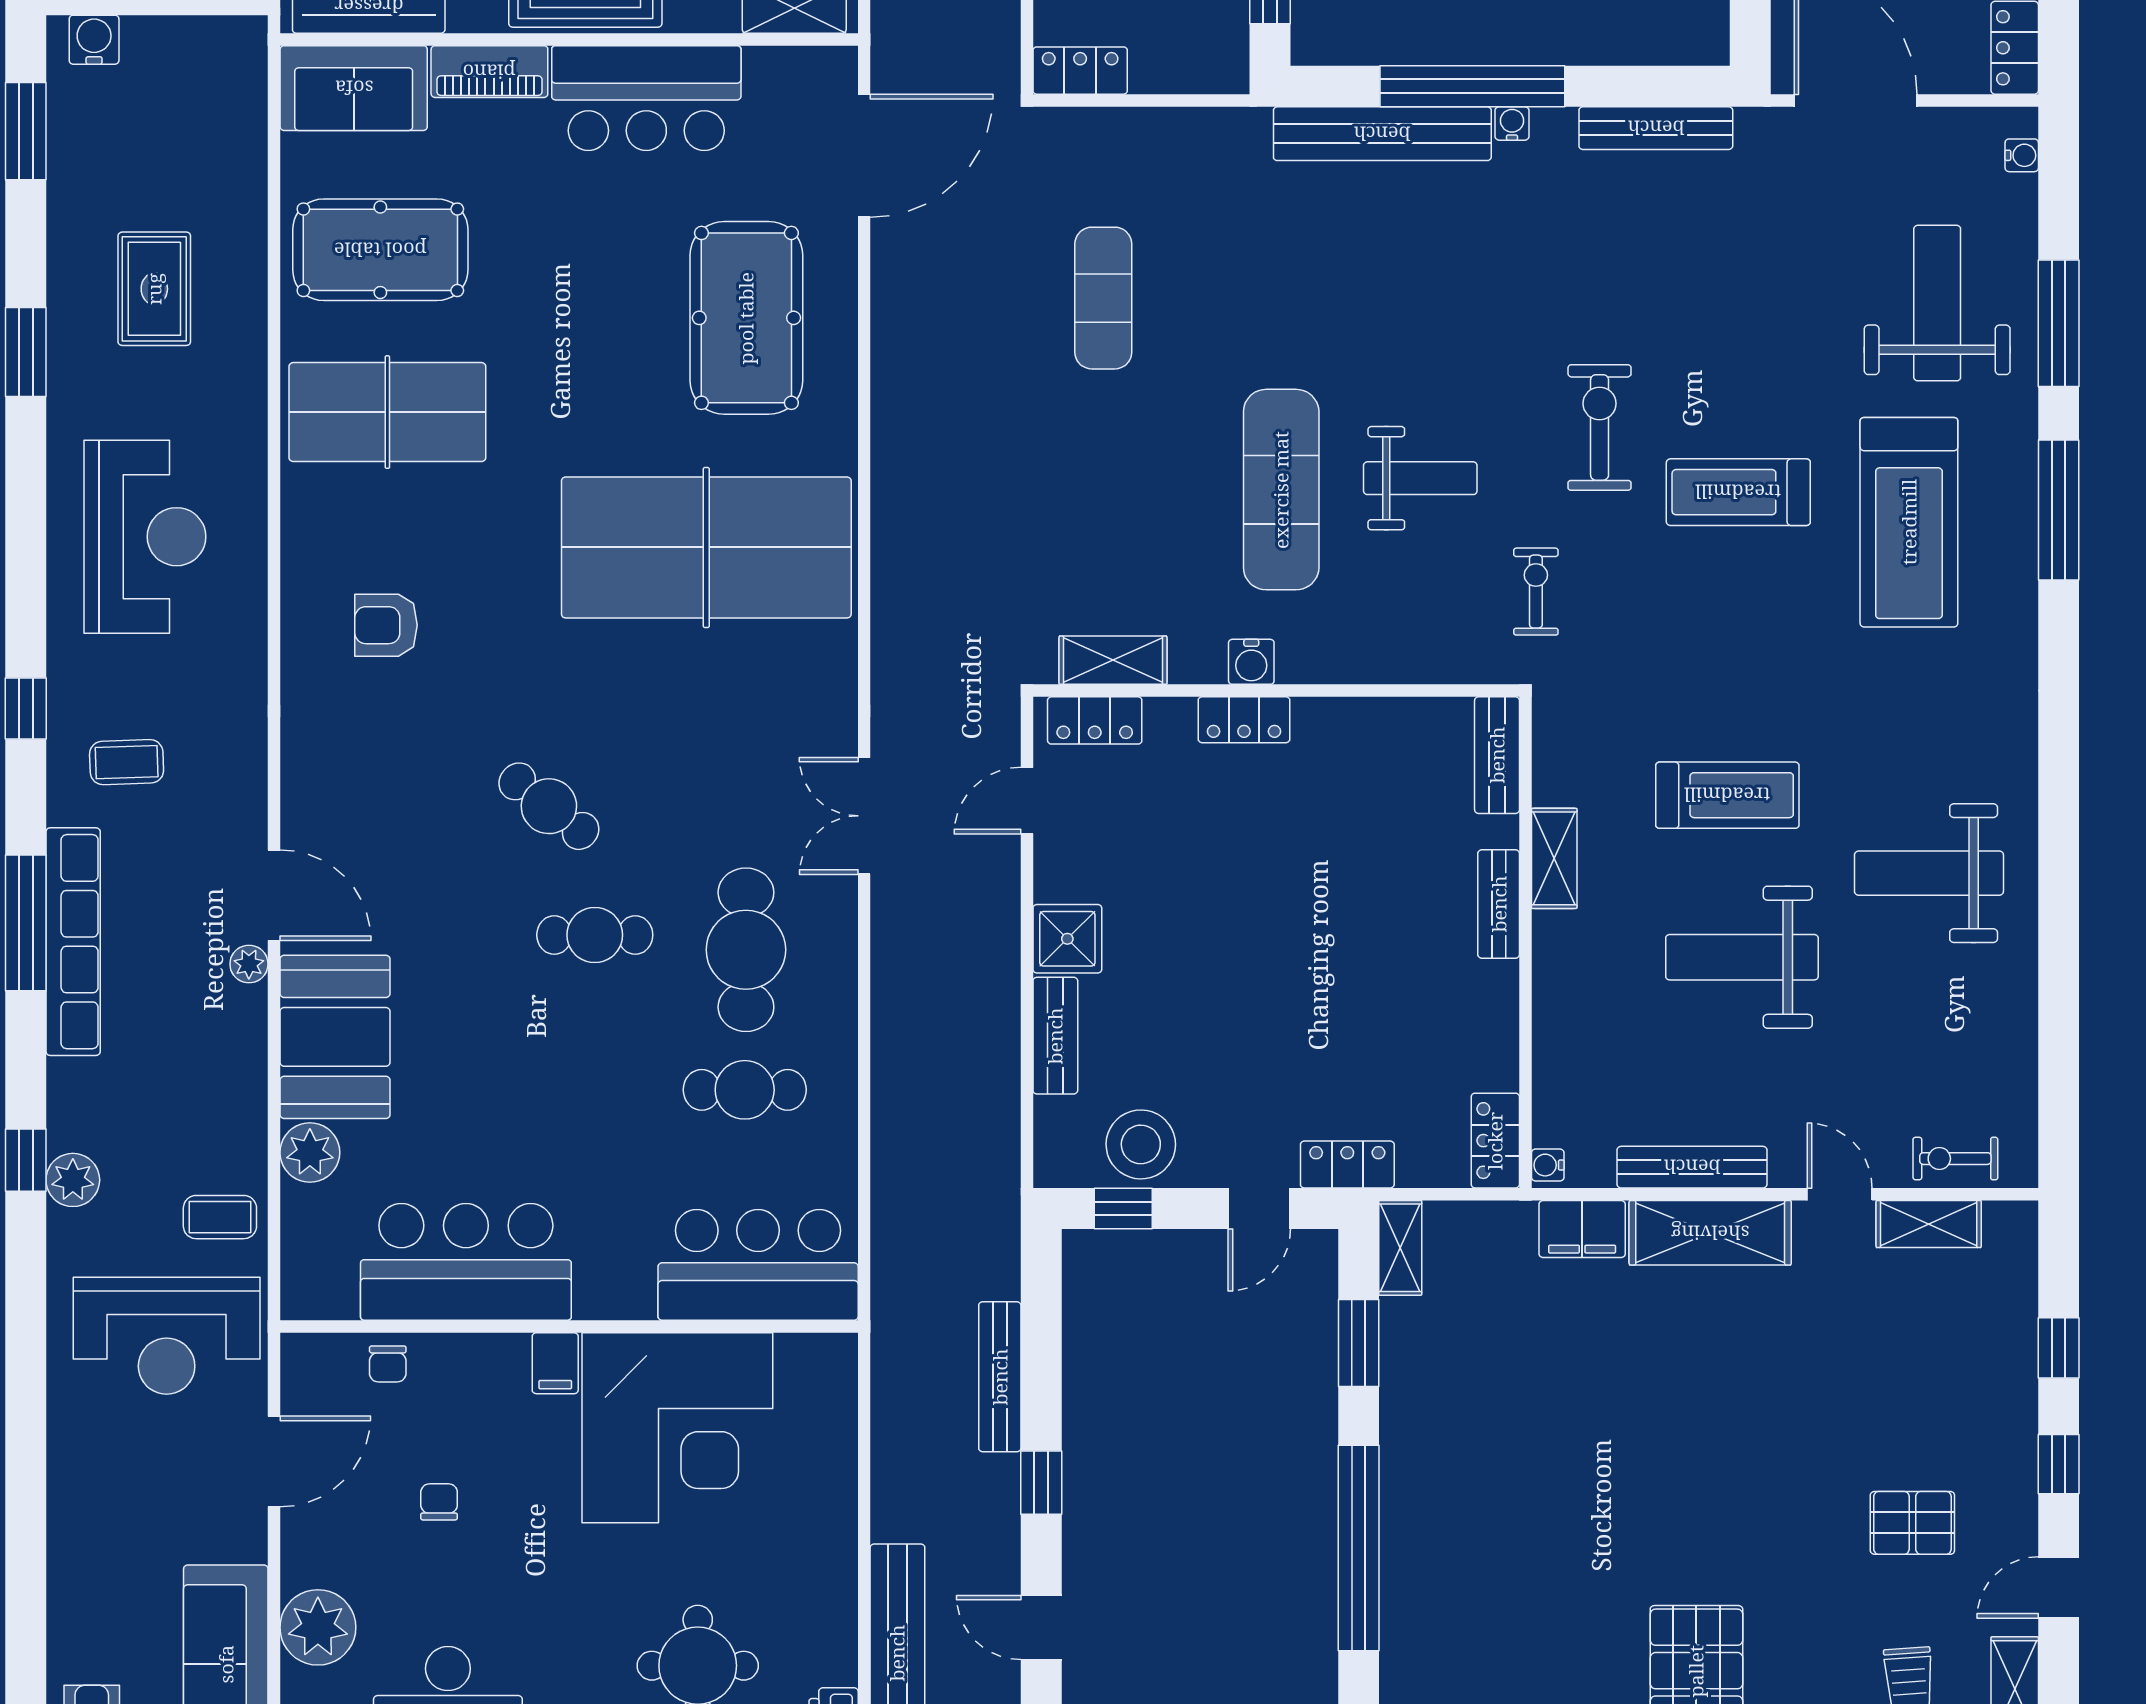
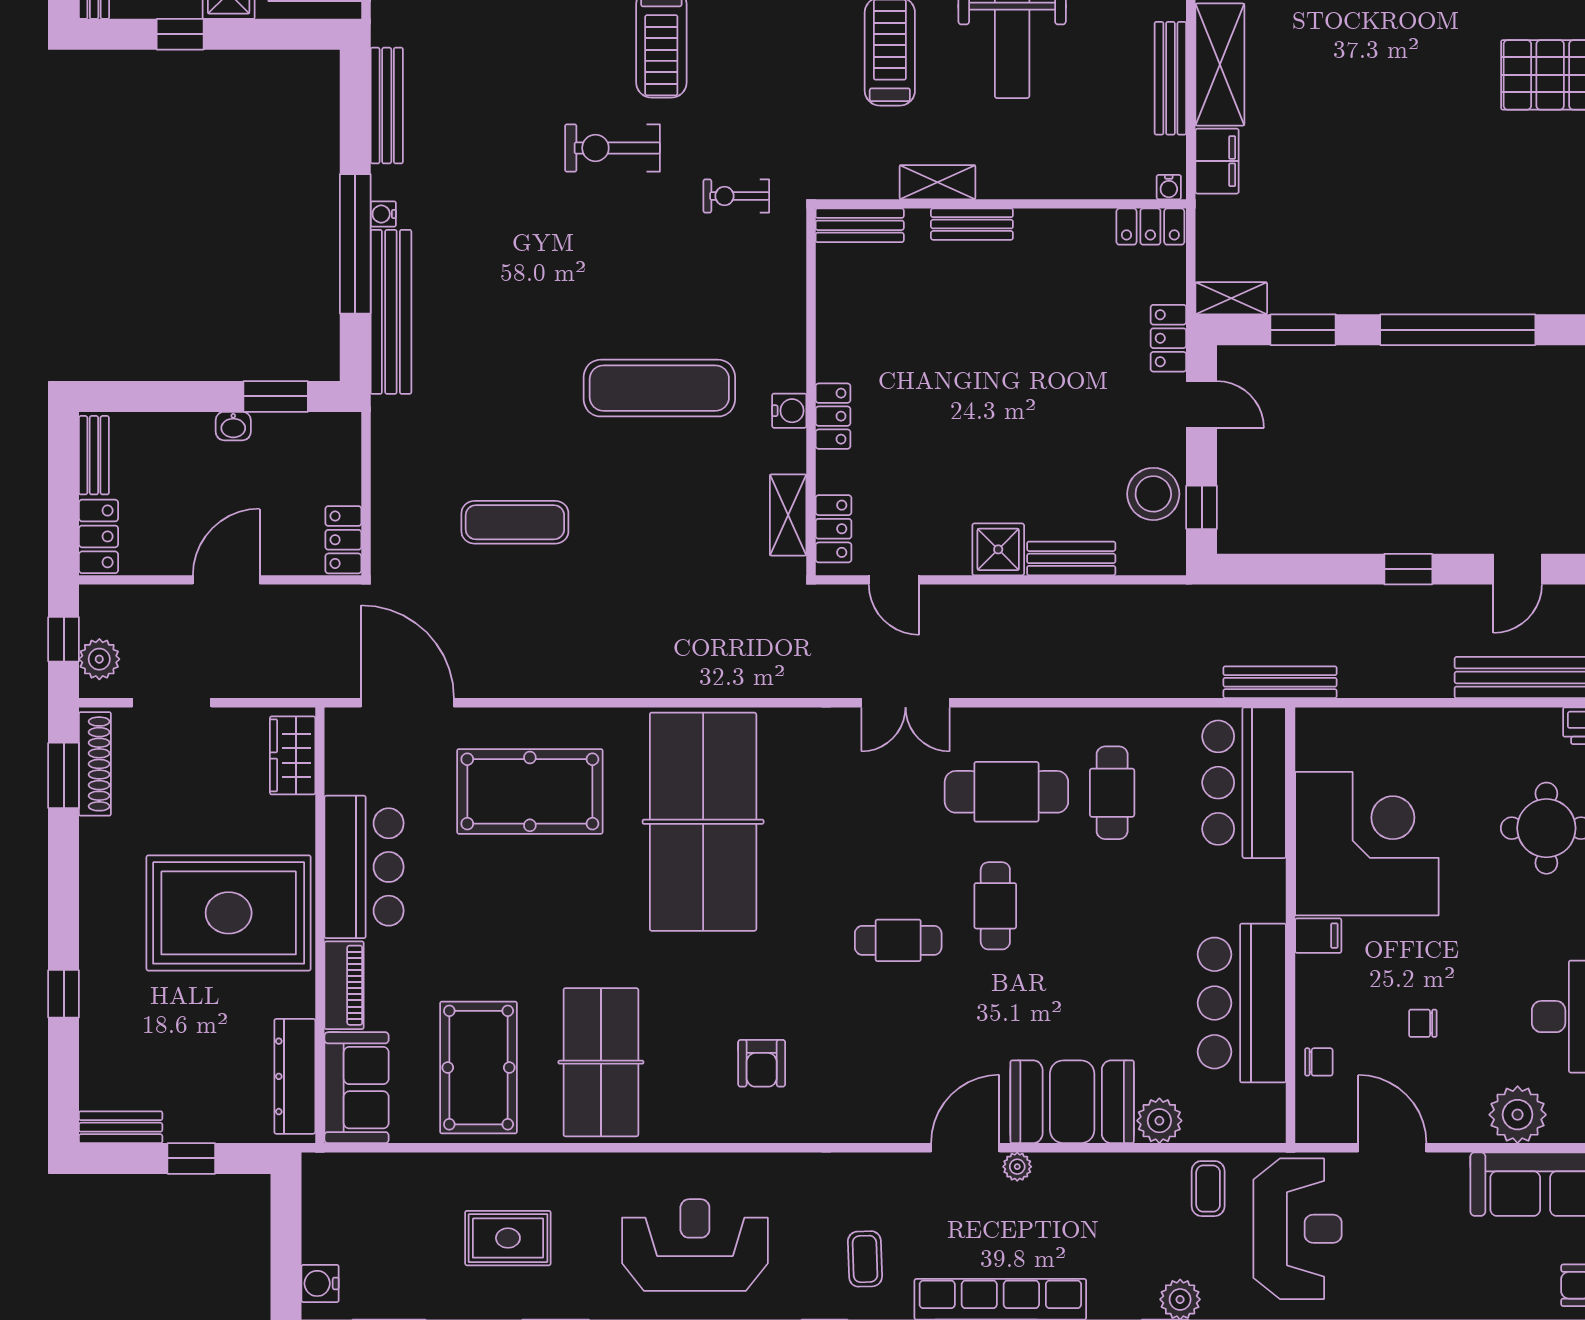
weight bench: (1420, 478) -> (651, 283), removed
cafe table: (549, 806) -> (898, 940), turned 52
bench: (1000, 1377) -> (1280, 682), moved

